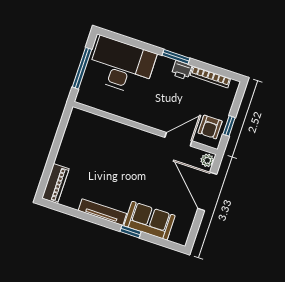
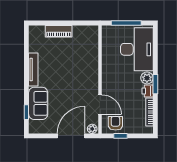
plant: (164, 65) -> (147, 78), added
armchair: (210, 127) -> (115, 123), turned 90
piano: (55, 184) -> (59, 31), moved
window: (131, 232) -> (26, 112), moved

